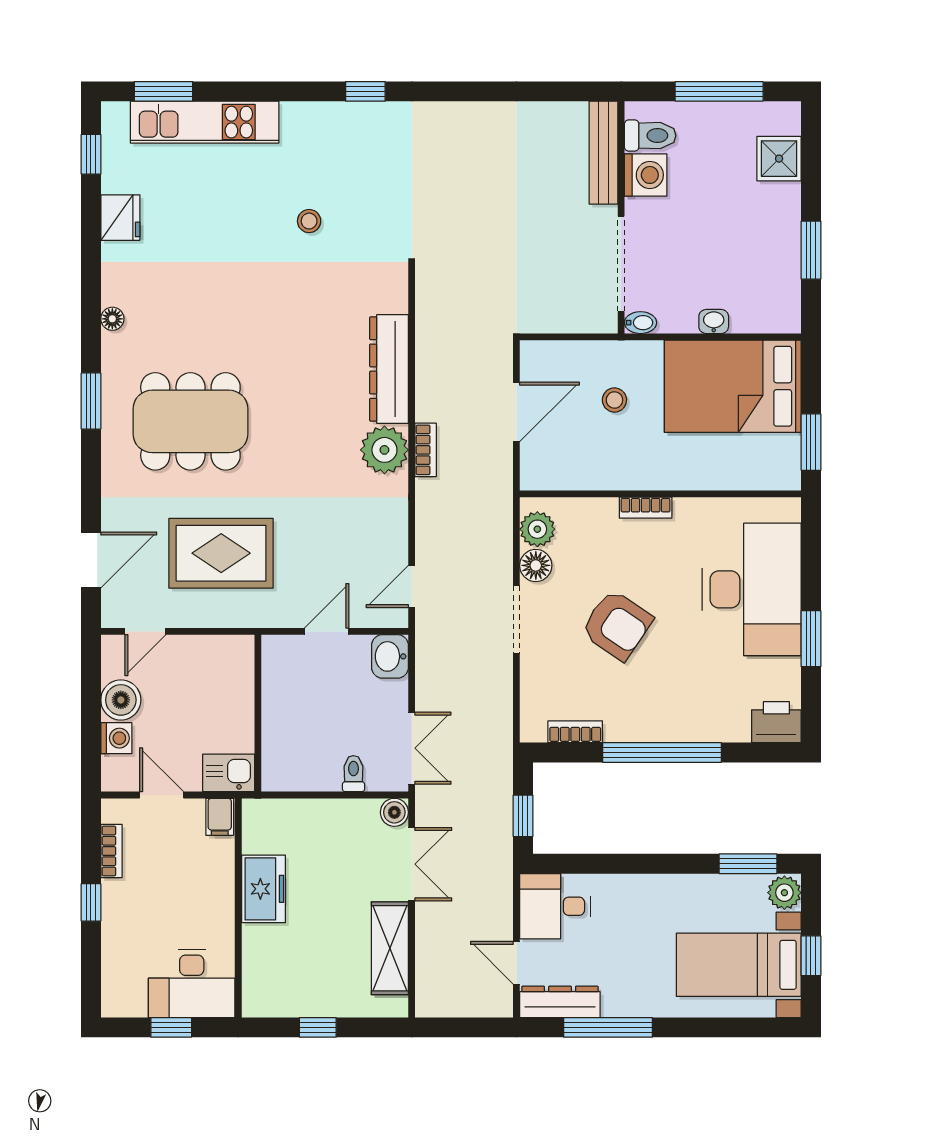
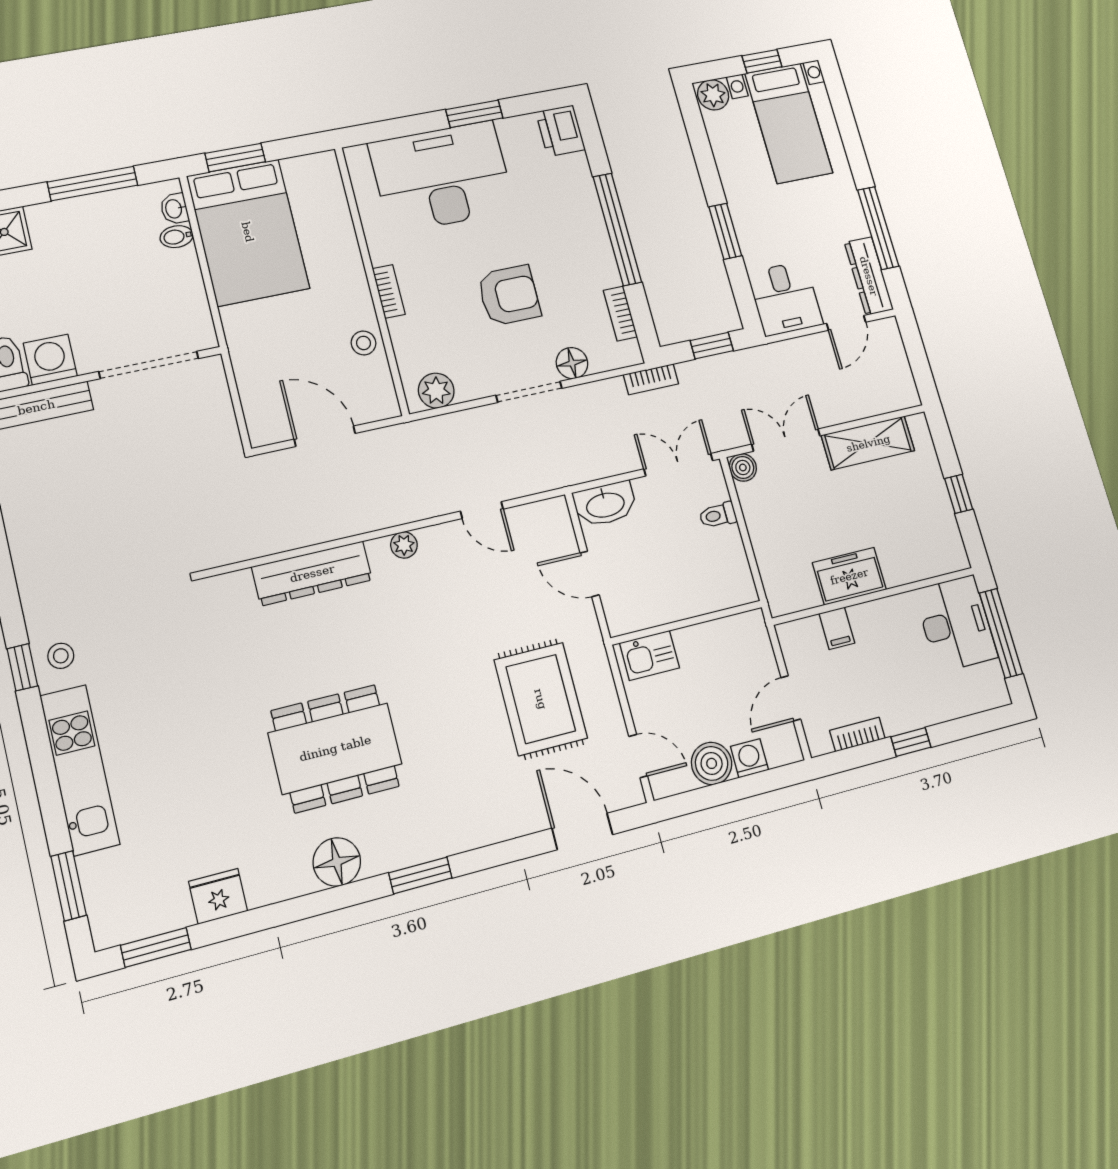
kitchen unit: (205, 122) -> (80, 770), moved
window: (91, 154) -> (156, 947), width x1.50
stool: (309, 221) -> (61, 656), moved
window: (811, 250) -> (92, 184), width x1.44
floor lamp: (112, 319) -> (337, 862), width x1.89, depth x1.89
washbasin: (714, 322) -> (174, 209), moved
bidet: (640, 323) -> (177, 237), moved, turned -90
stool: (614, 400) -> (364, 343), moved
dining table: (190, 421) -> (335, 748), moved, turned 90
window: (811, 442) -> (235, 158), moved
plant: (384, 450) -> (404, 545), width x0.53, depth x0.53
bookcase: (426, 450) -> (651, 379), moved, turned 180
floor lamp: (536, 565) -> (572, 363), moved
door: (412, 586) -> (482, 510), moved
armchair: (617, 625) -> (509, 295), turned 56
washbasin: (390, 656) -> (605, 504), width x1.38
kitchen sink: (229, 773) -> (650, 655), moved, turned -90
filing cabinet: (220, 817) -> (837, 628), moved, turned 90
window: (748, 864) -> (725, 231), moved
window: (171, 1027) -> (1001, 633), width x2.17

